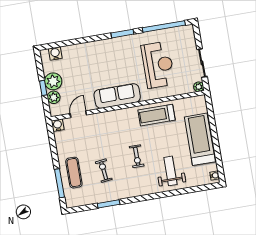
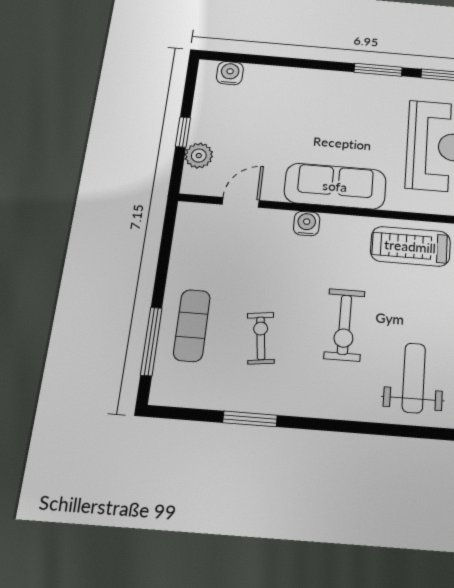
plant: (53, 81) -> (208, 124), removed
water cooler: (58, 125) -> (307, 224), moved
exercise bike: (137, 156) -> (344, 325), width x1.38, depth x1.39

